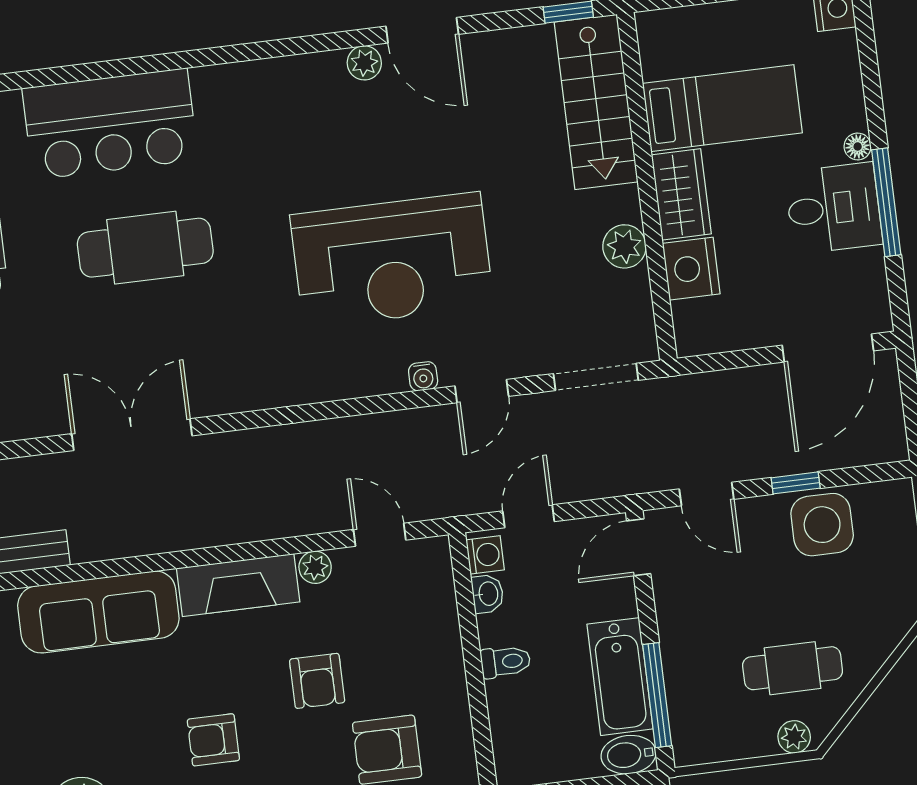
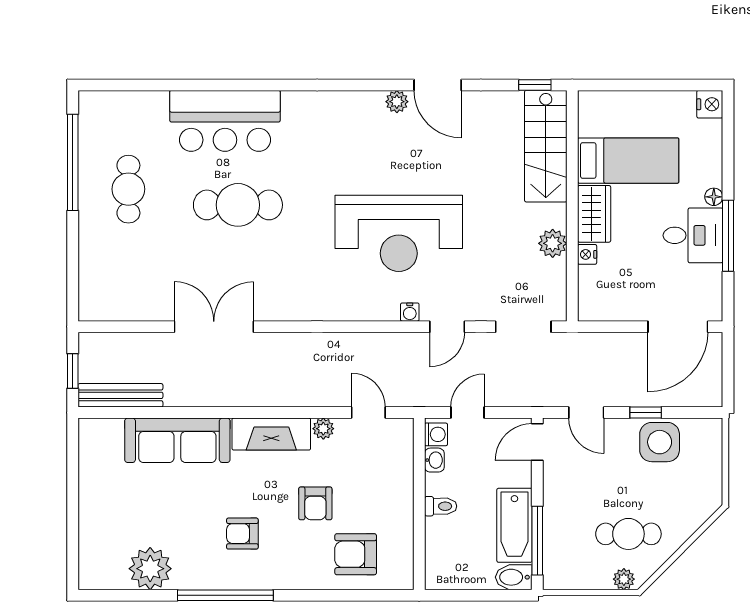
nightstand: (691, 269) -> (587, 254), width x0.53, depth x0.56

